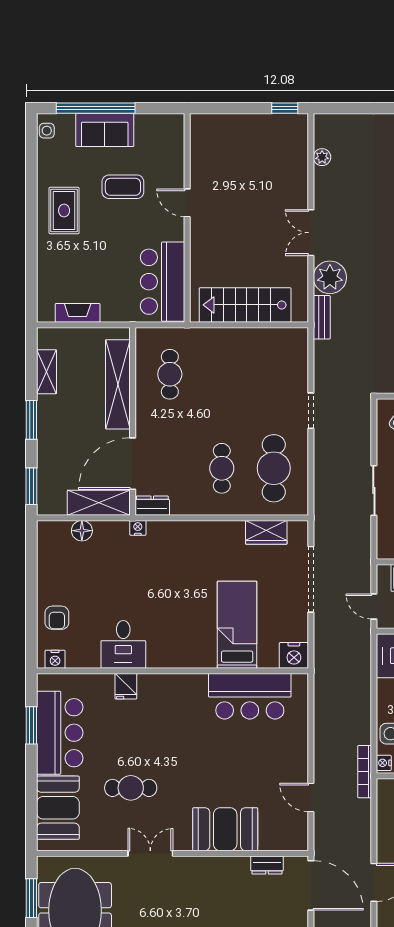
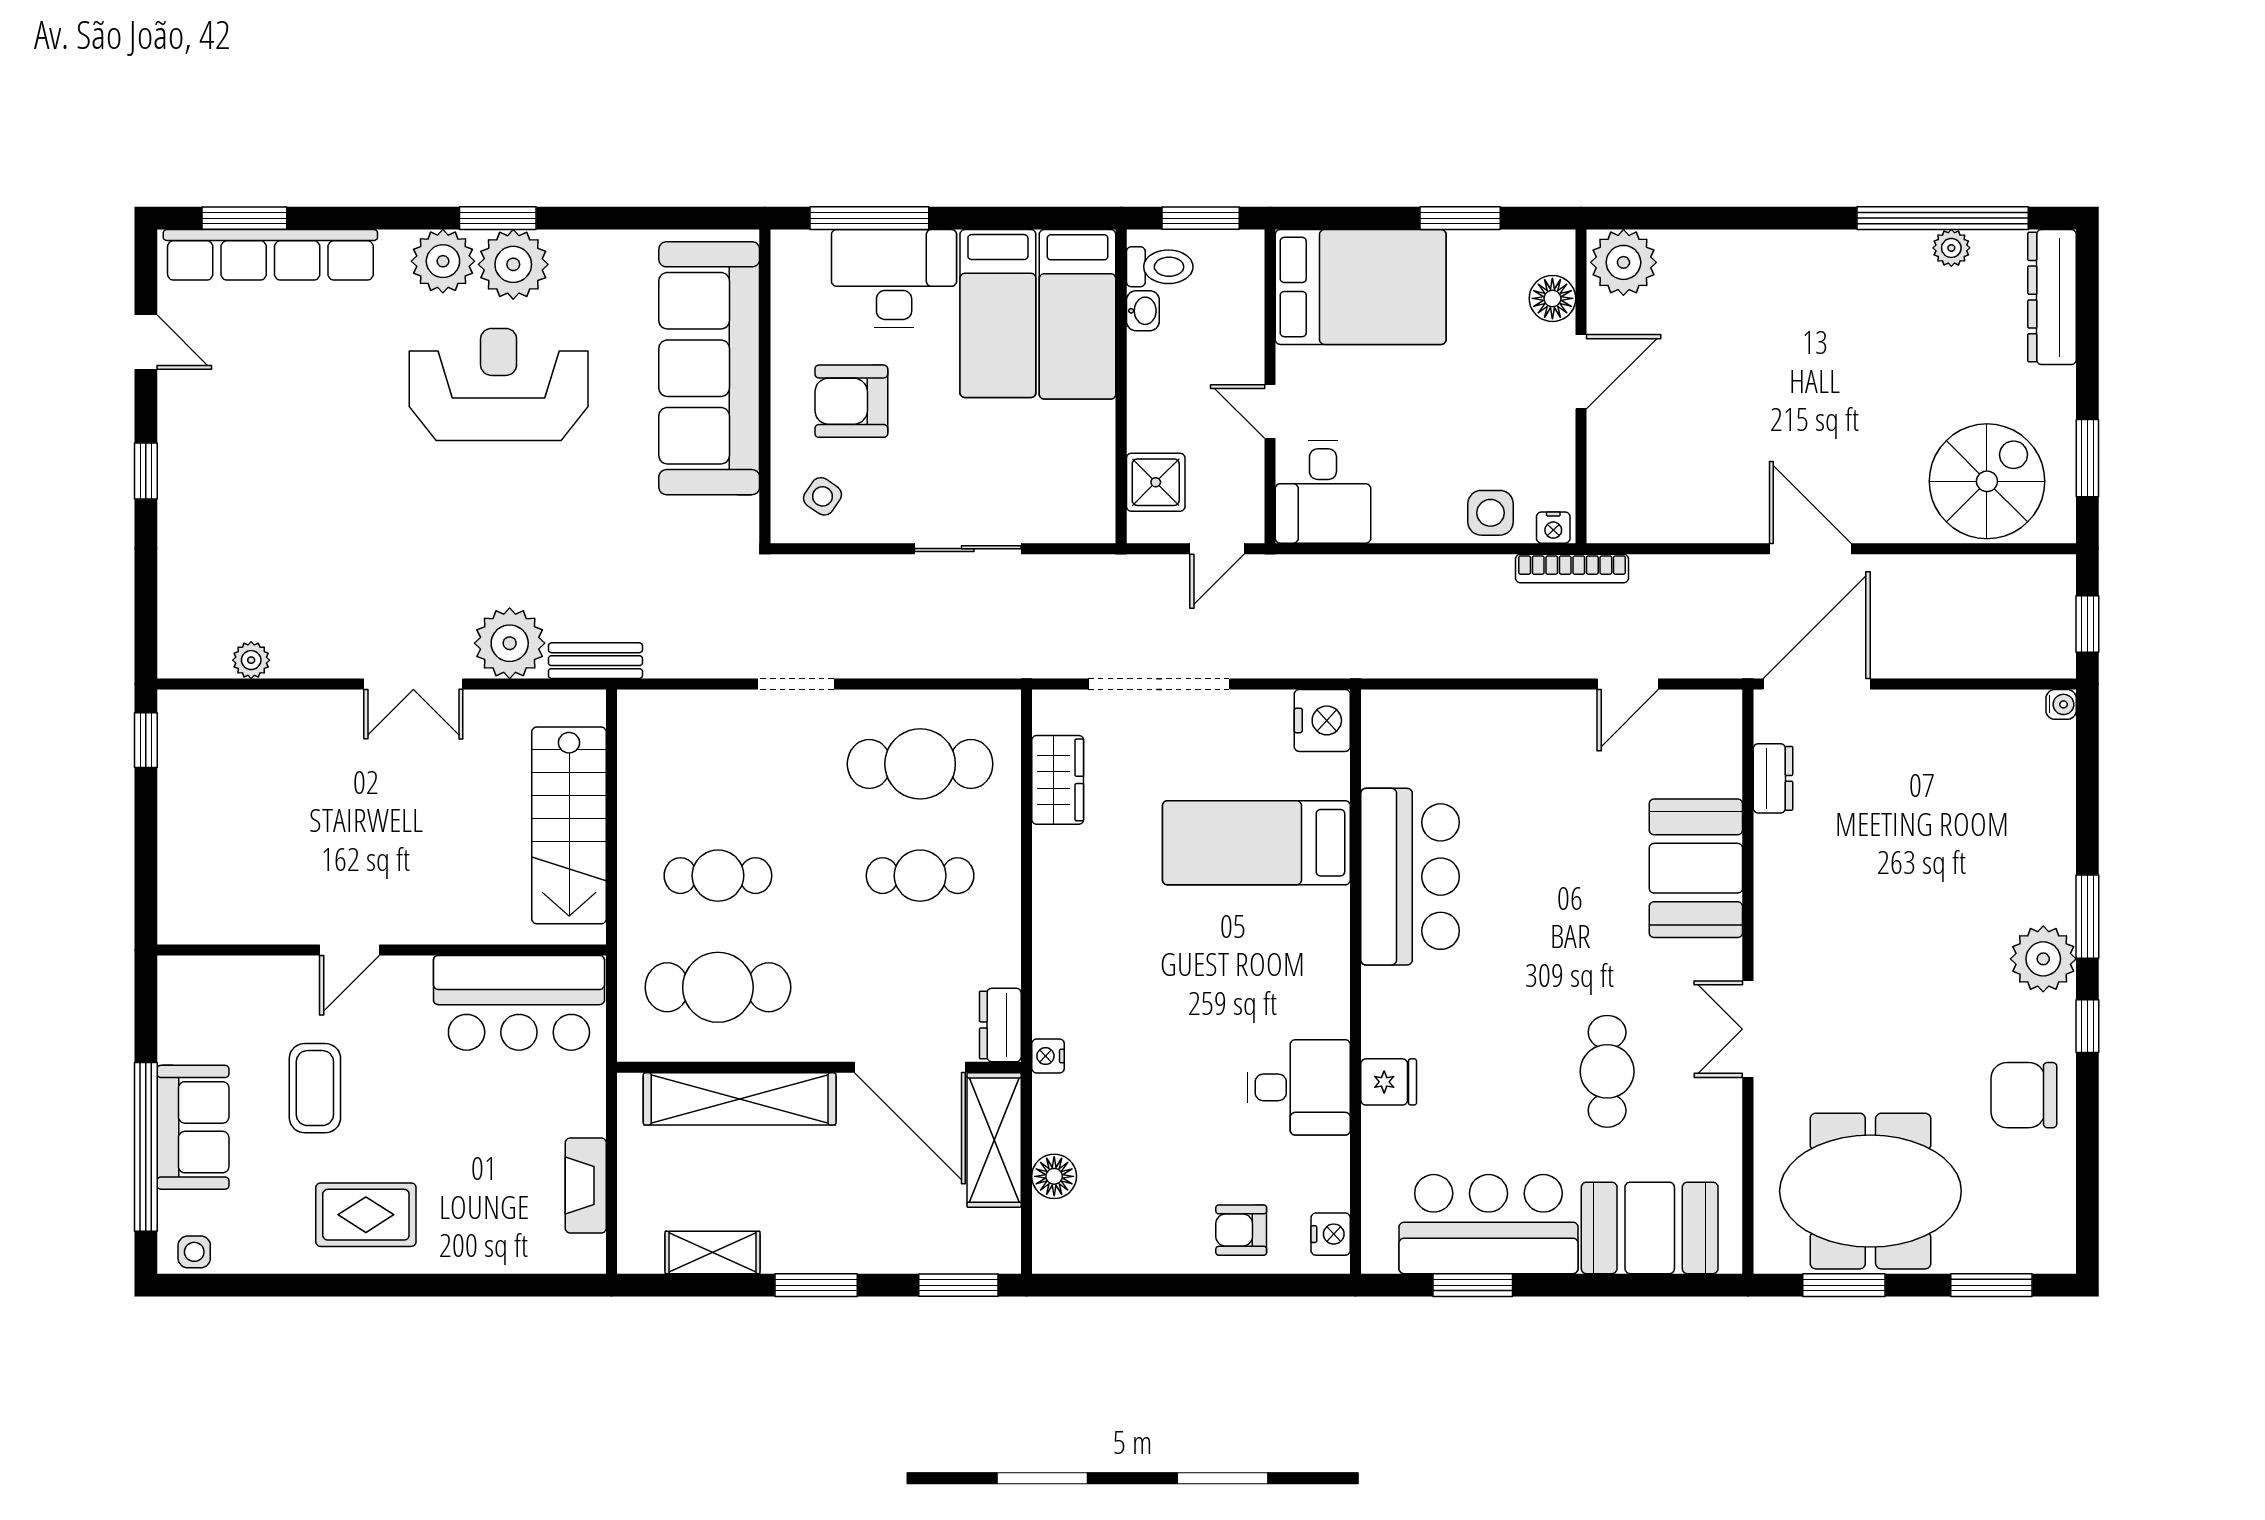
cafe table: (170, 374) -> (718, 987), width x1.37, depth x1.35
cafe table: (222, 374) -> (718, 876), added
armchair: (57, 618) -> (1241, 1230), turned 180
bar counter: (250, 696) -> (1410, 877), moved

